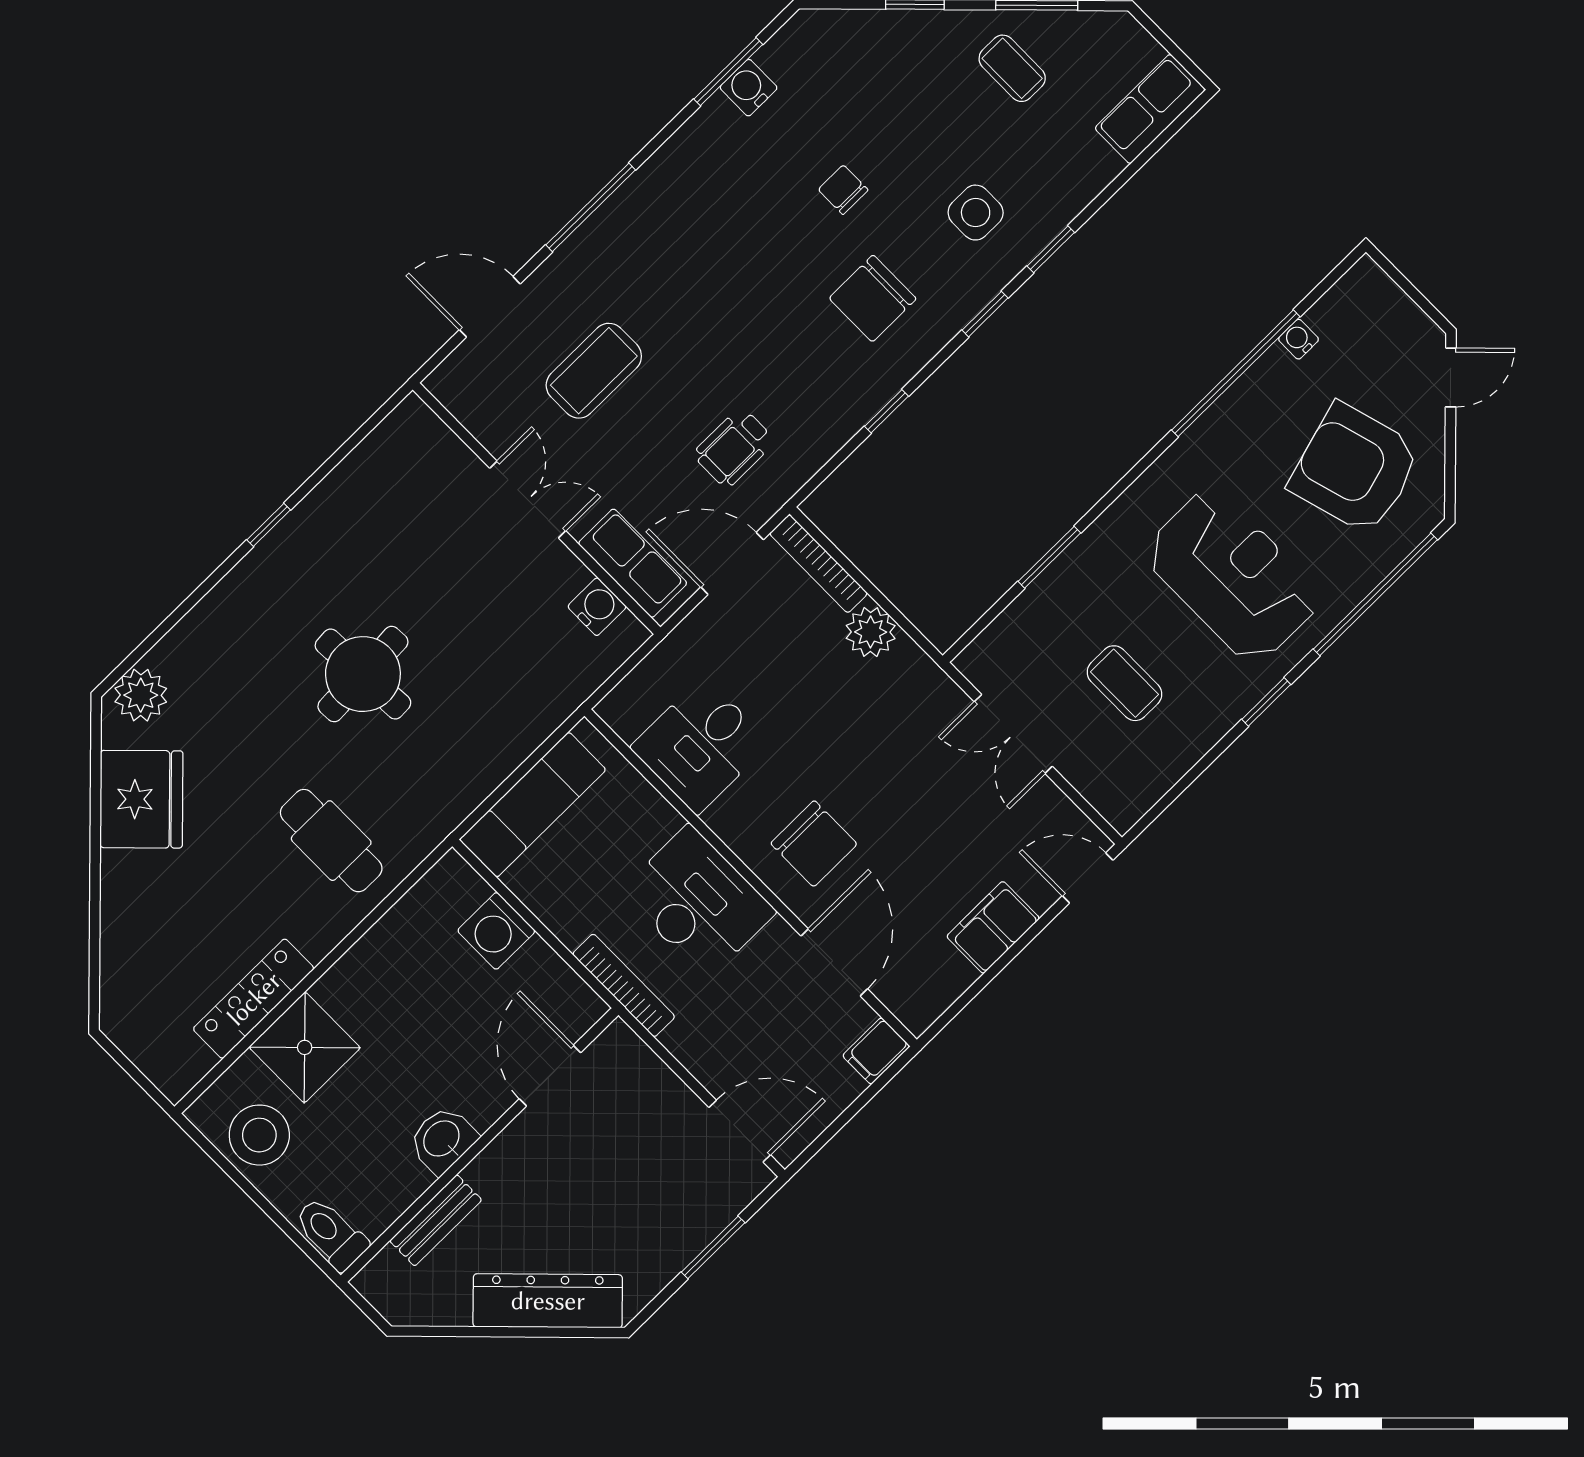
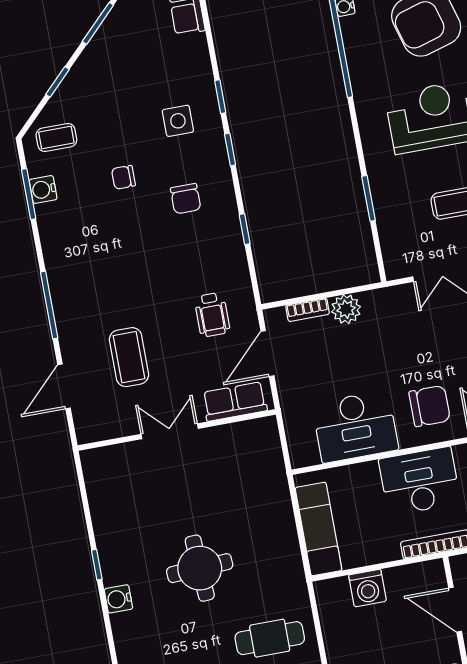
coffee table: (1012, 68) -> (56, 137), moved
chair: (873, 298) -> (186, 199), width x0.73, depth x0.73
bookcase: (819, 564) -> (308, 310), width x0.64
water cooler: (597, 607) -> (118, 599), moved, turned -90
desk: (700, 745) -> (355, 427), width x1.37

